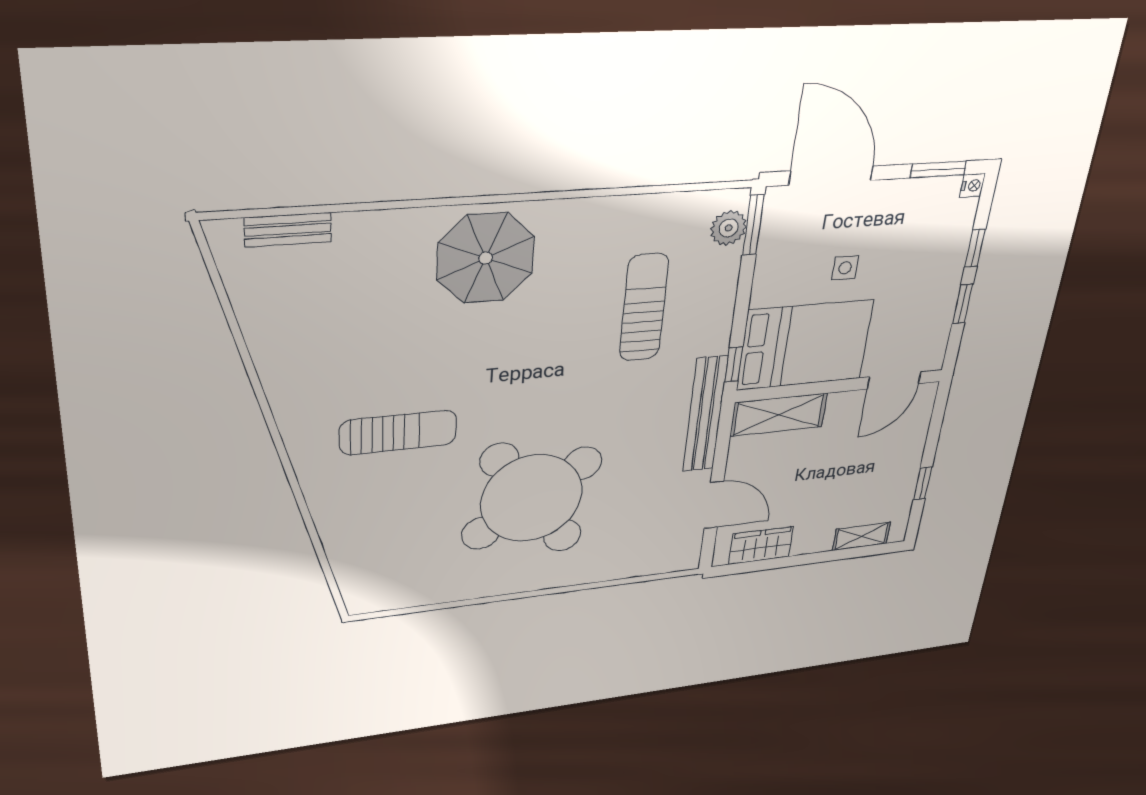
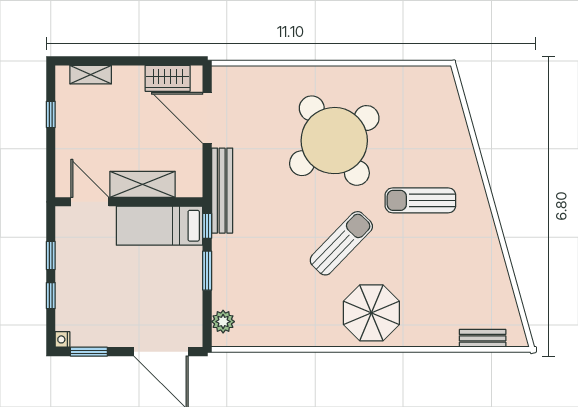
window: (753, 225) -> (207, 271), moved
side table: (845, 268) -> (141, 289), removed
sun lounger: (644, 308) -> (341, 243), moved, turned -136
bed: (805, 345) -> (160, 226), width x0.67
door: (894, 380) -> (90, 202), hinge flipped
shelving: (779, 415) -> (143, 184), moved
door: (714, 505) -> (207, 118), width x1.36

